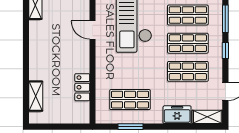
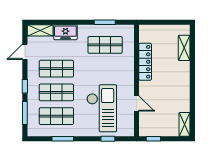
locker: (82, 87) -> (145, 62), width x1.53

